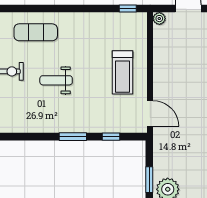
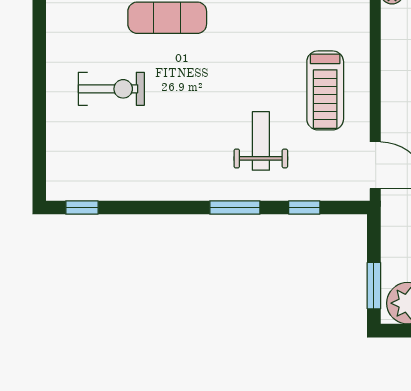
weight bench: (56, 80) -> (261, 141), moved, turned 90

